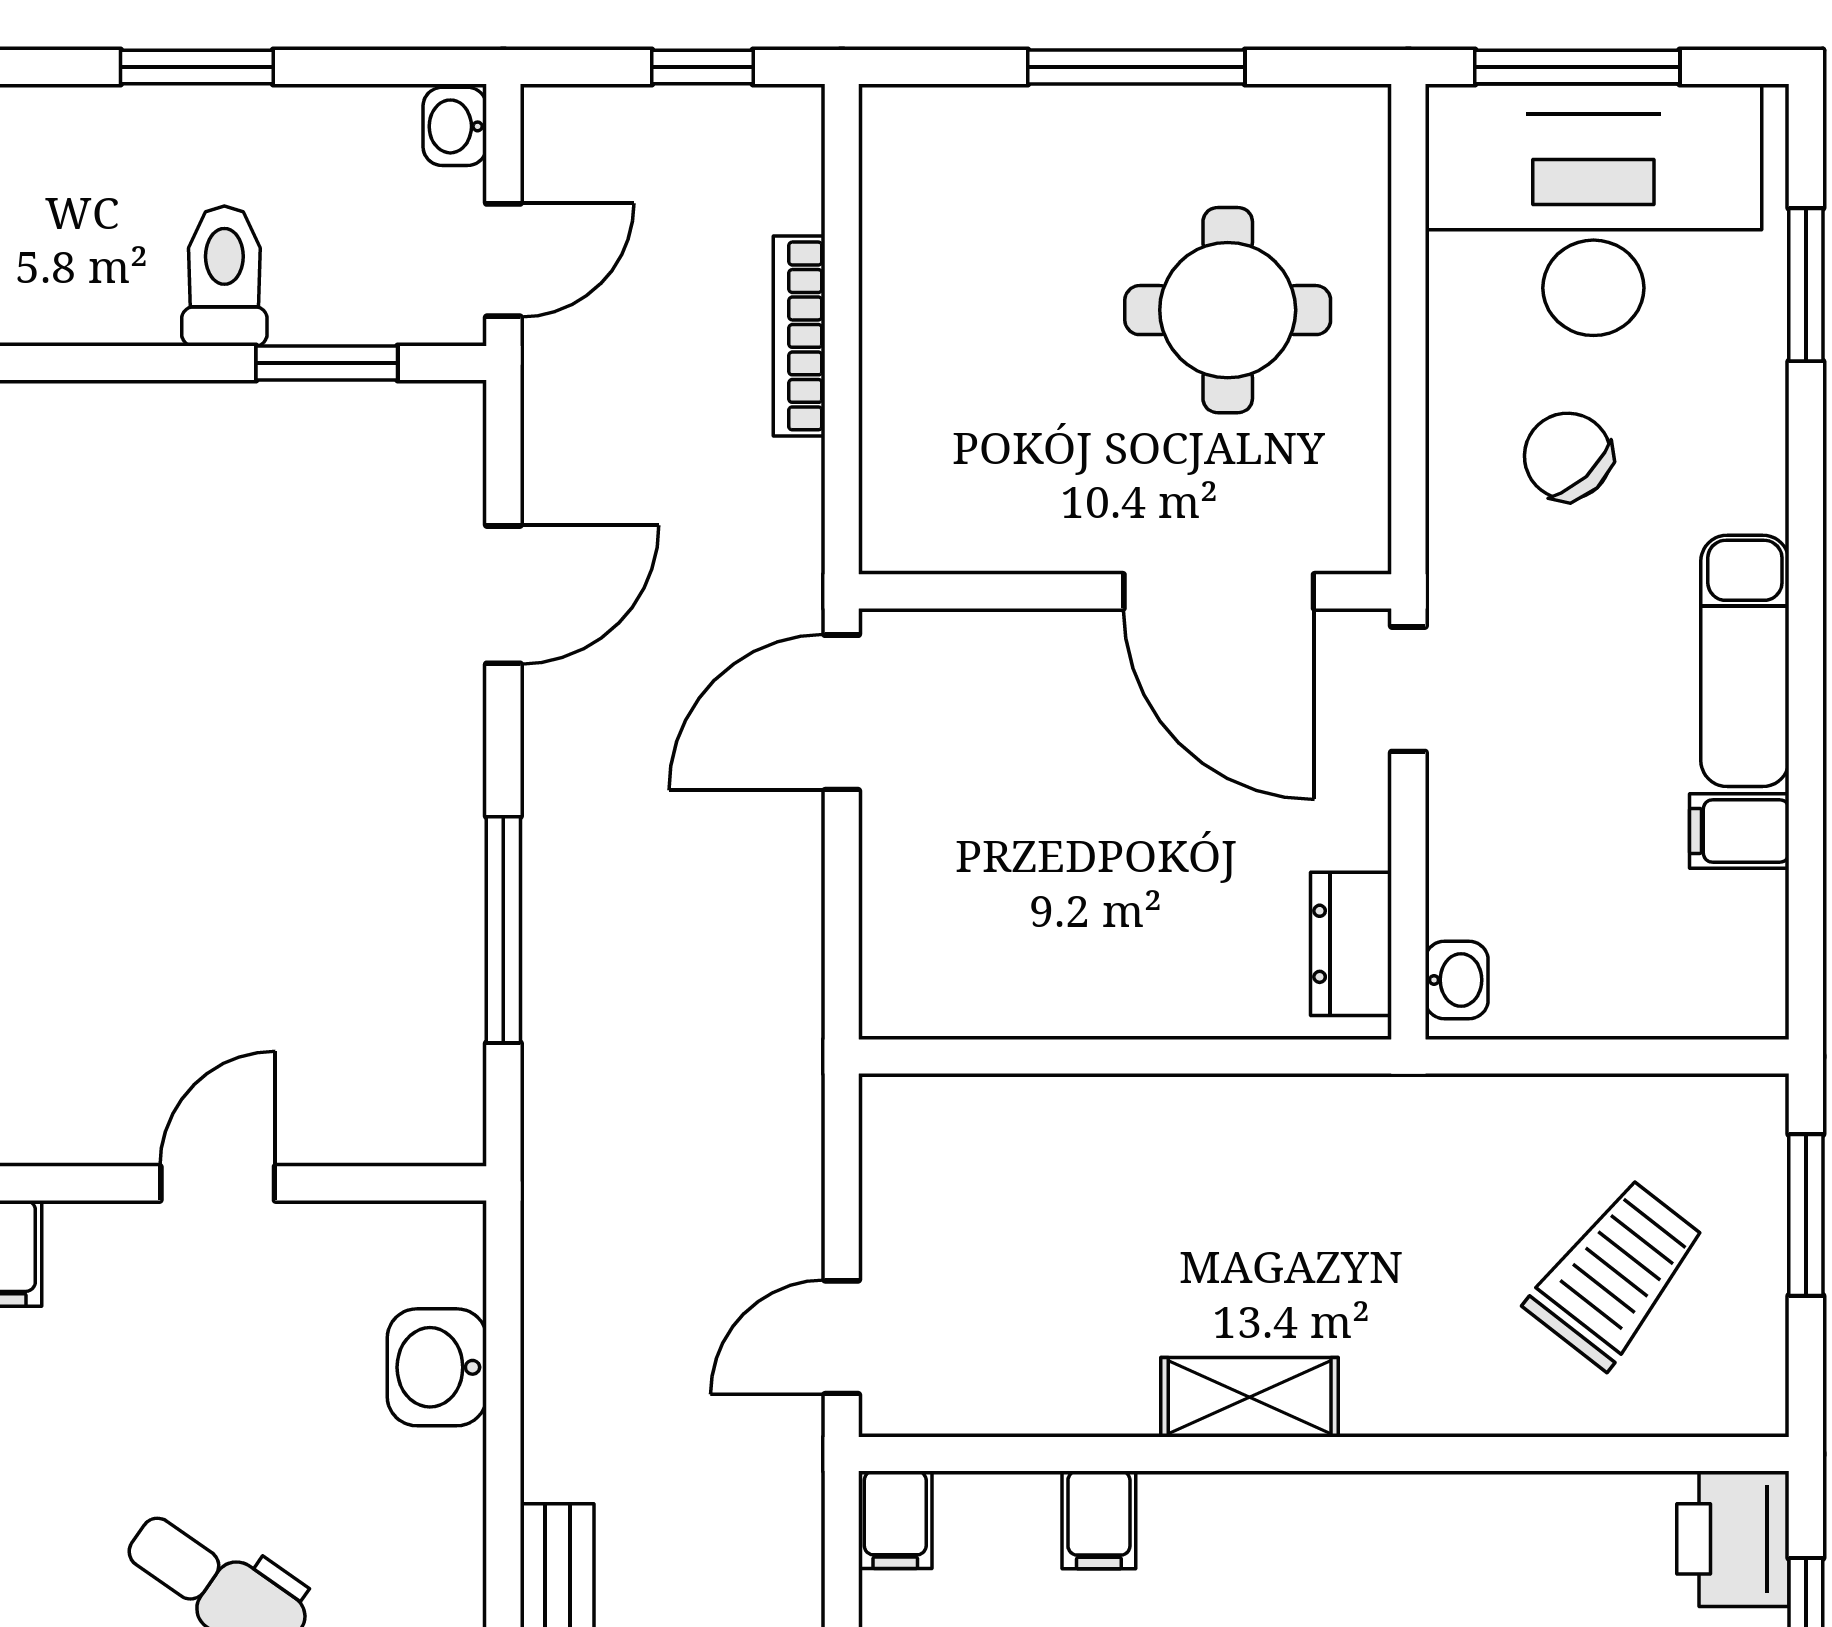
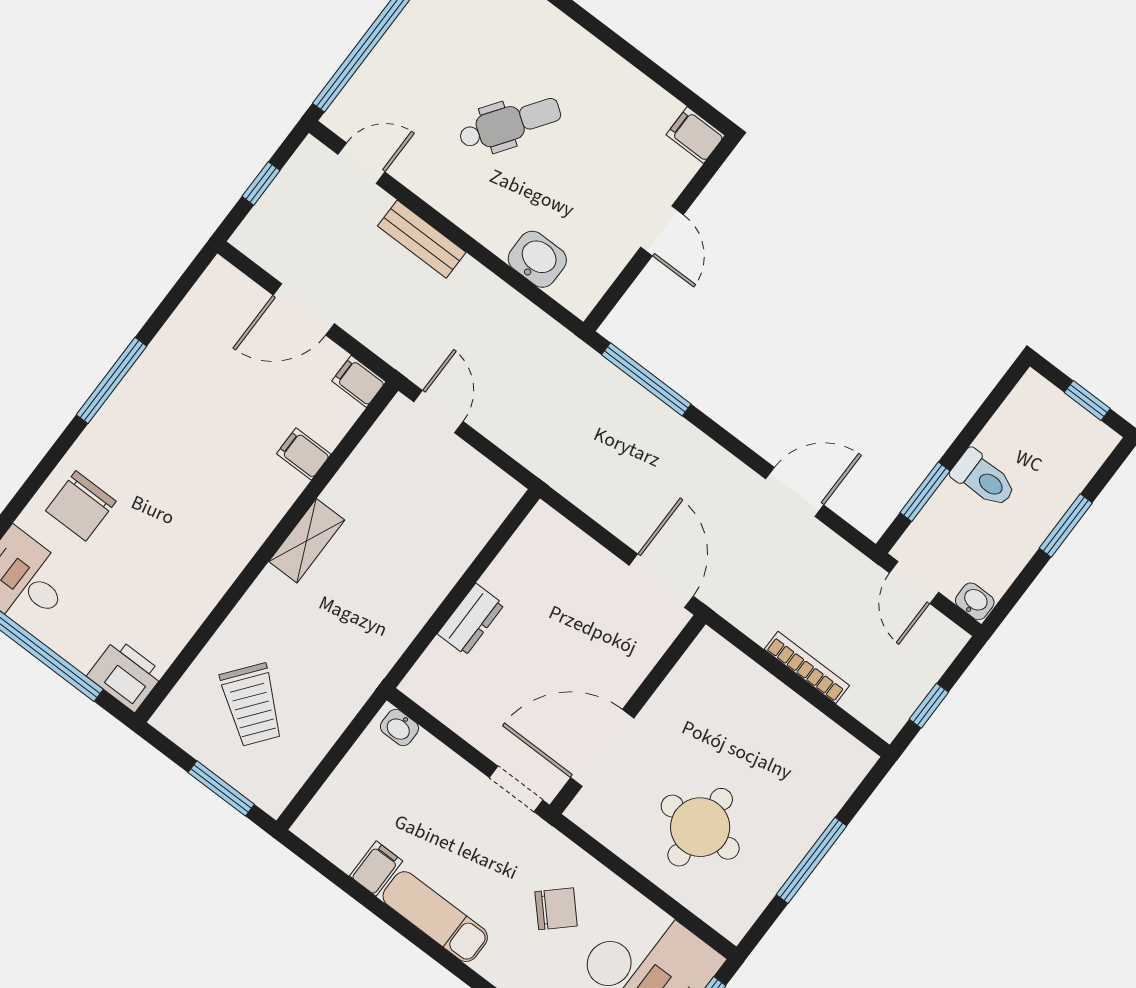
door: (503, 595) -> (795, 492), swing flipped
window: (503, 930) -> (646, 379), moved
dresser: (1351, 944) -> (471, 619), moved, turned 90

